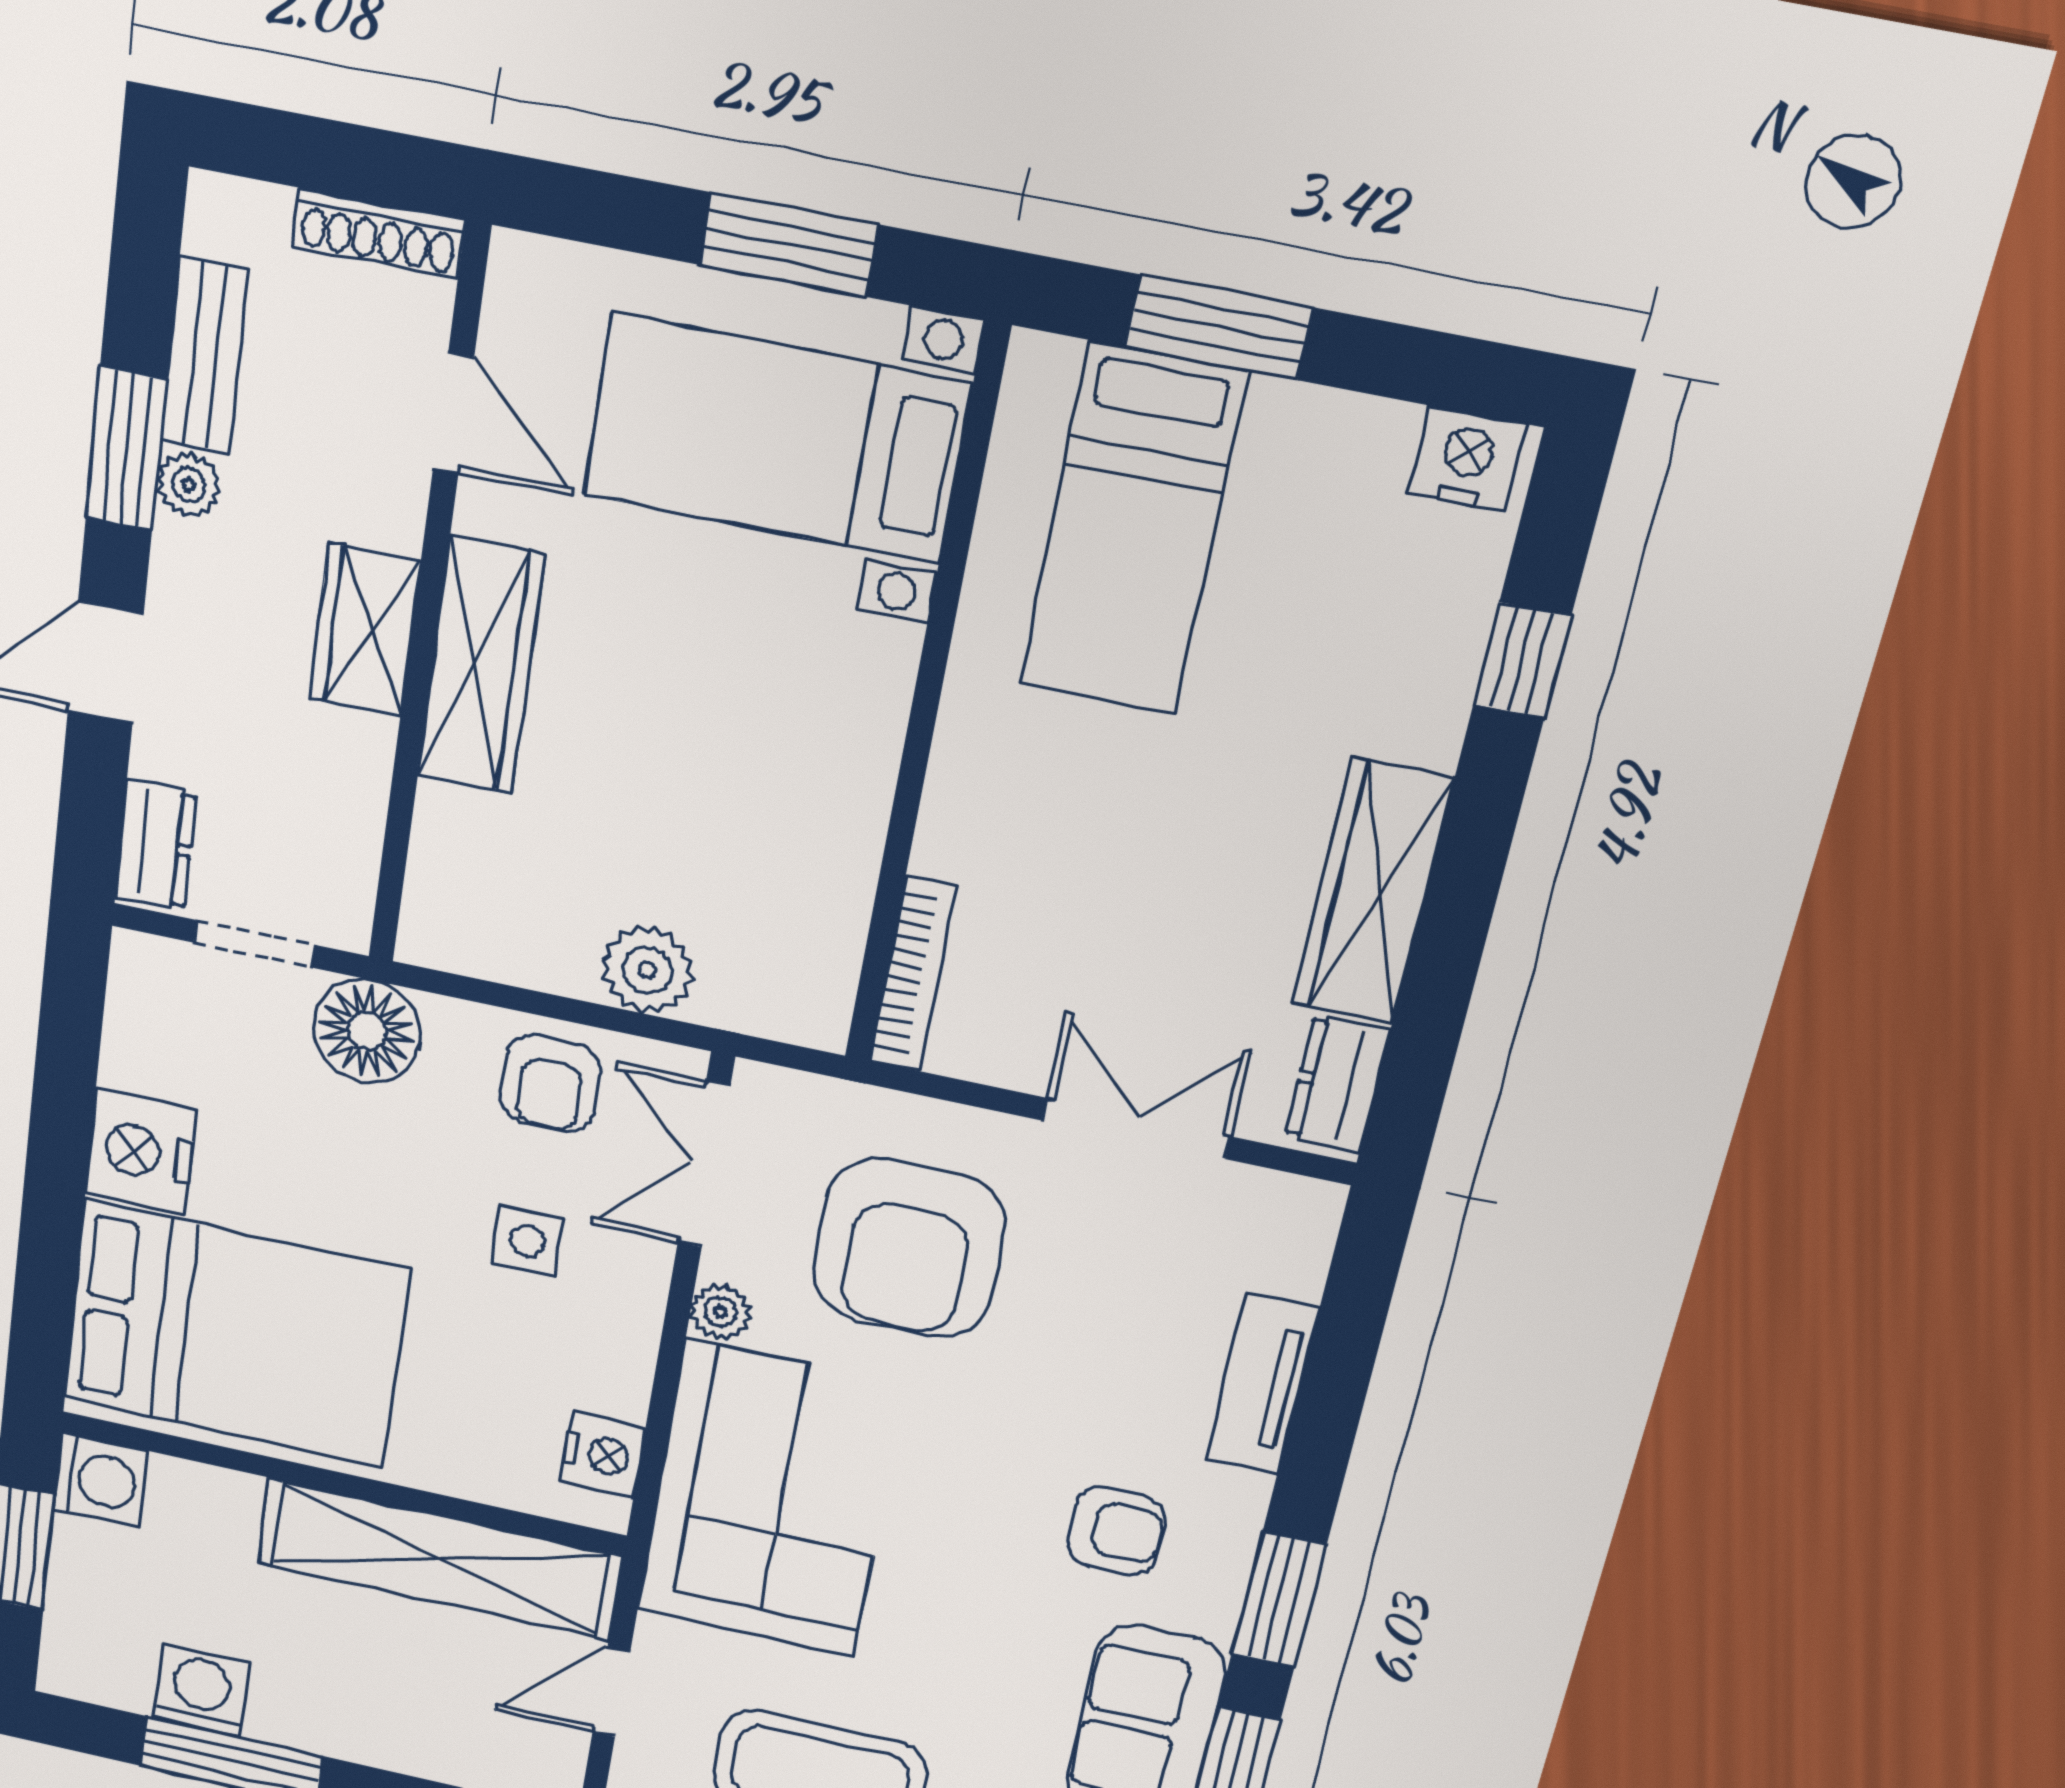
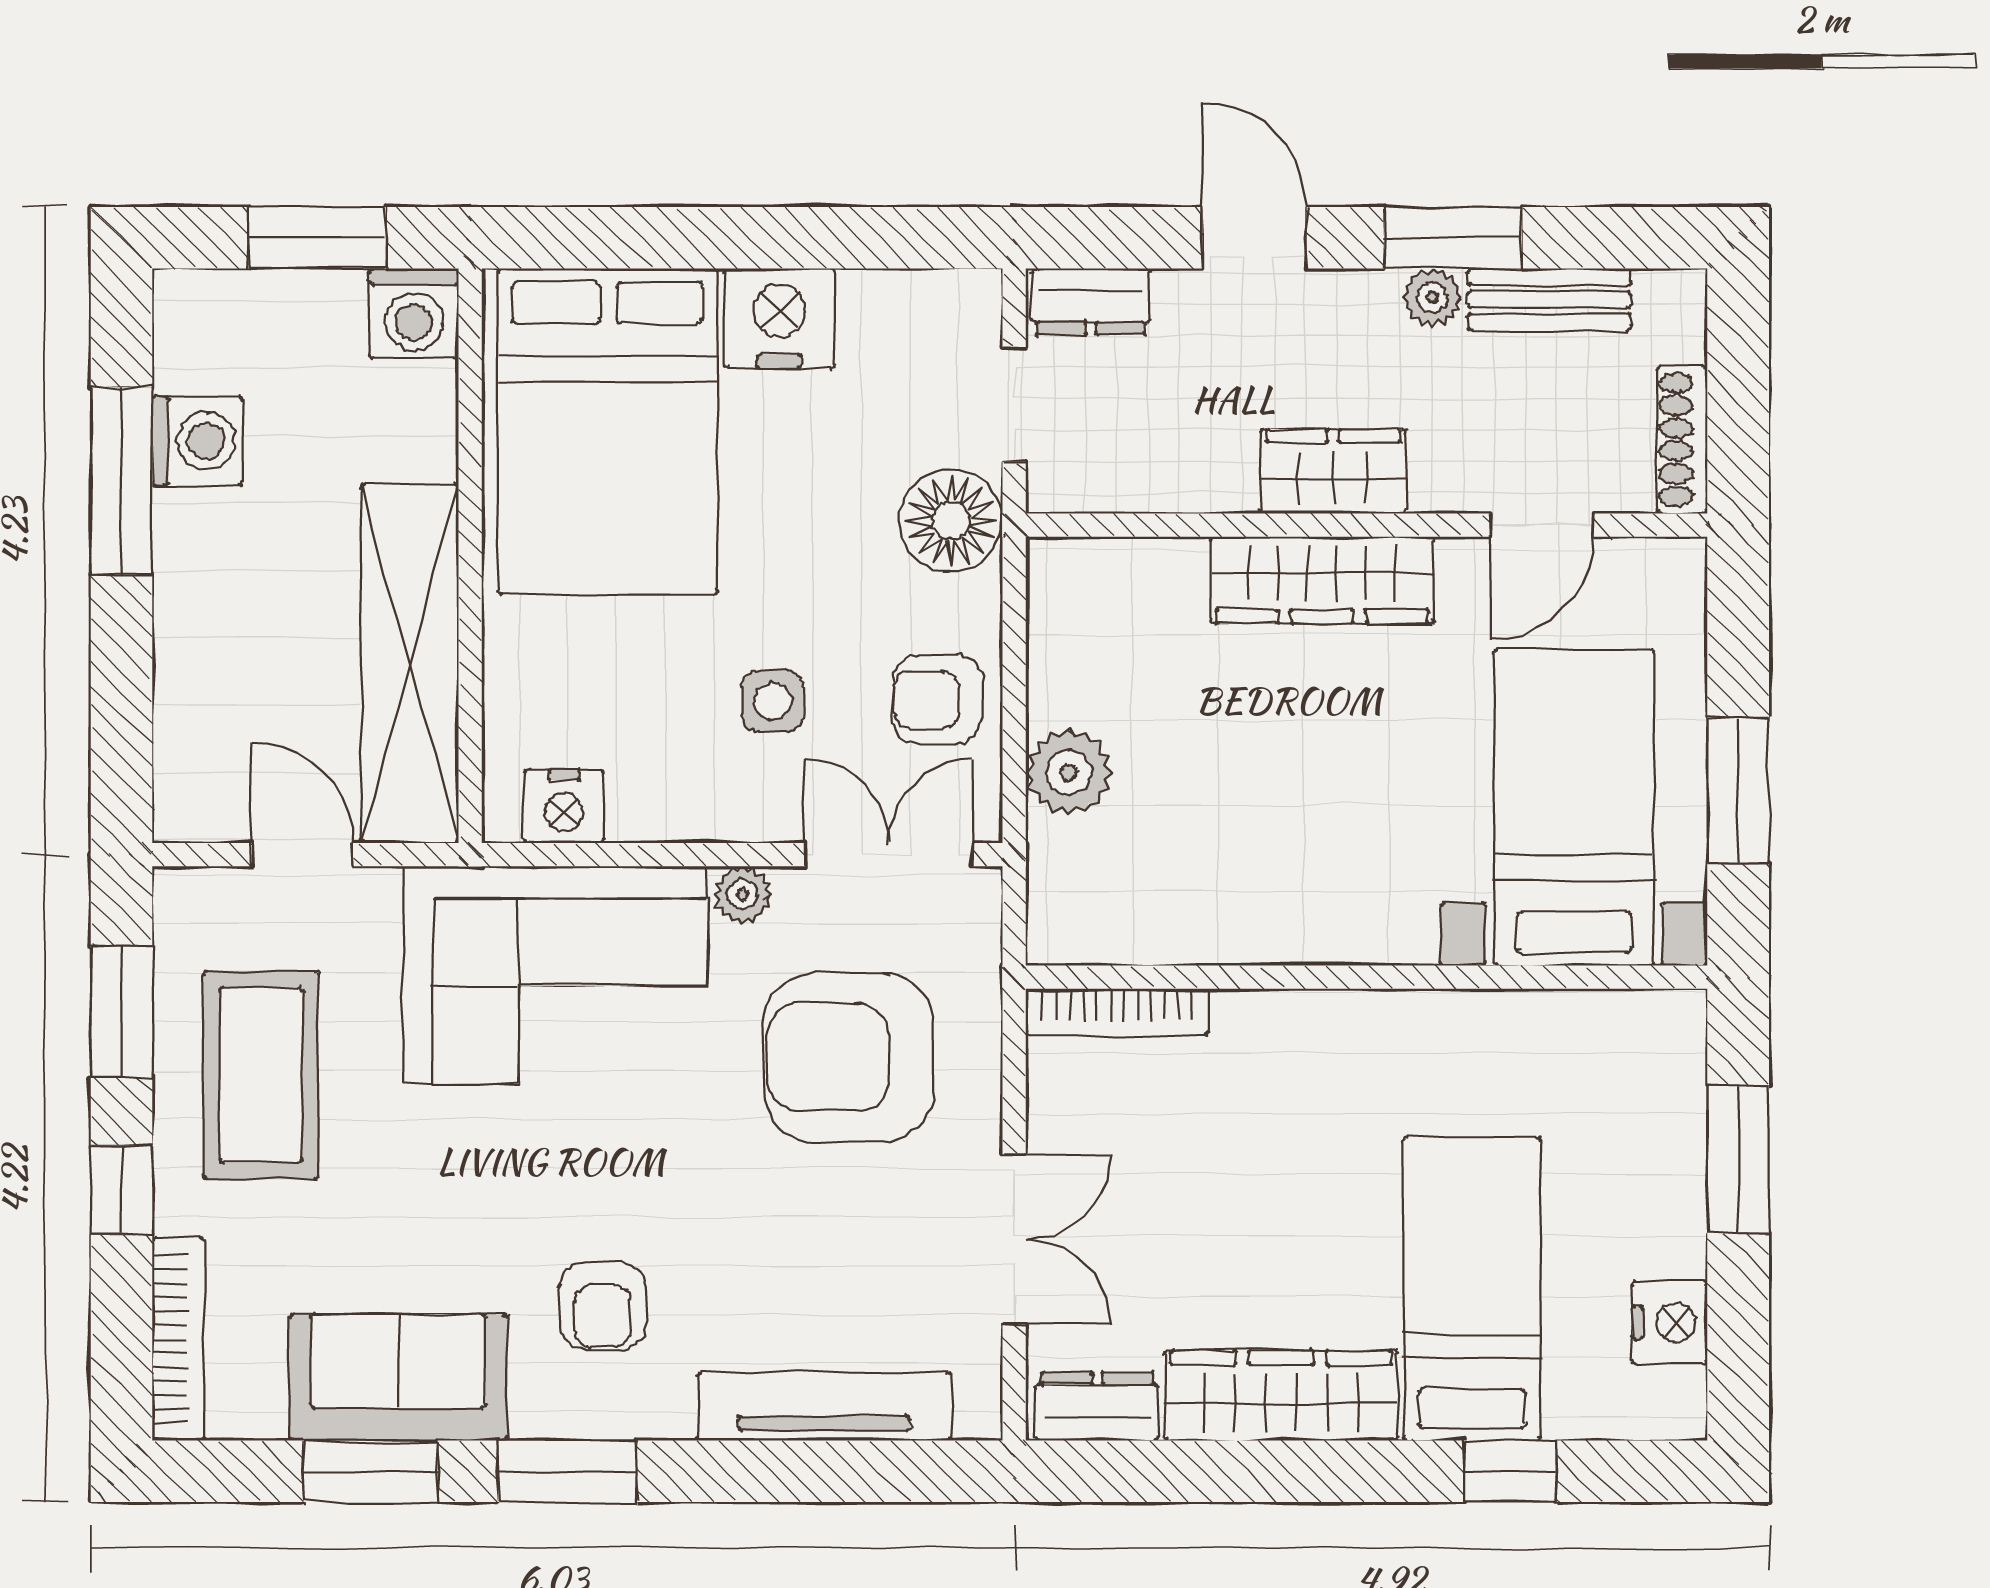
nightstand: (1467, 459) -> (1670, 1322), moved
bed: (1132, 530) -> (1472, 1289), moved, turned 90
tv unit: (1262, 1384) -> (824, 1406), width x1.41

